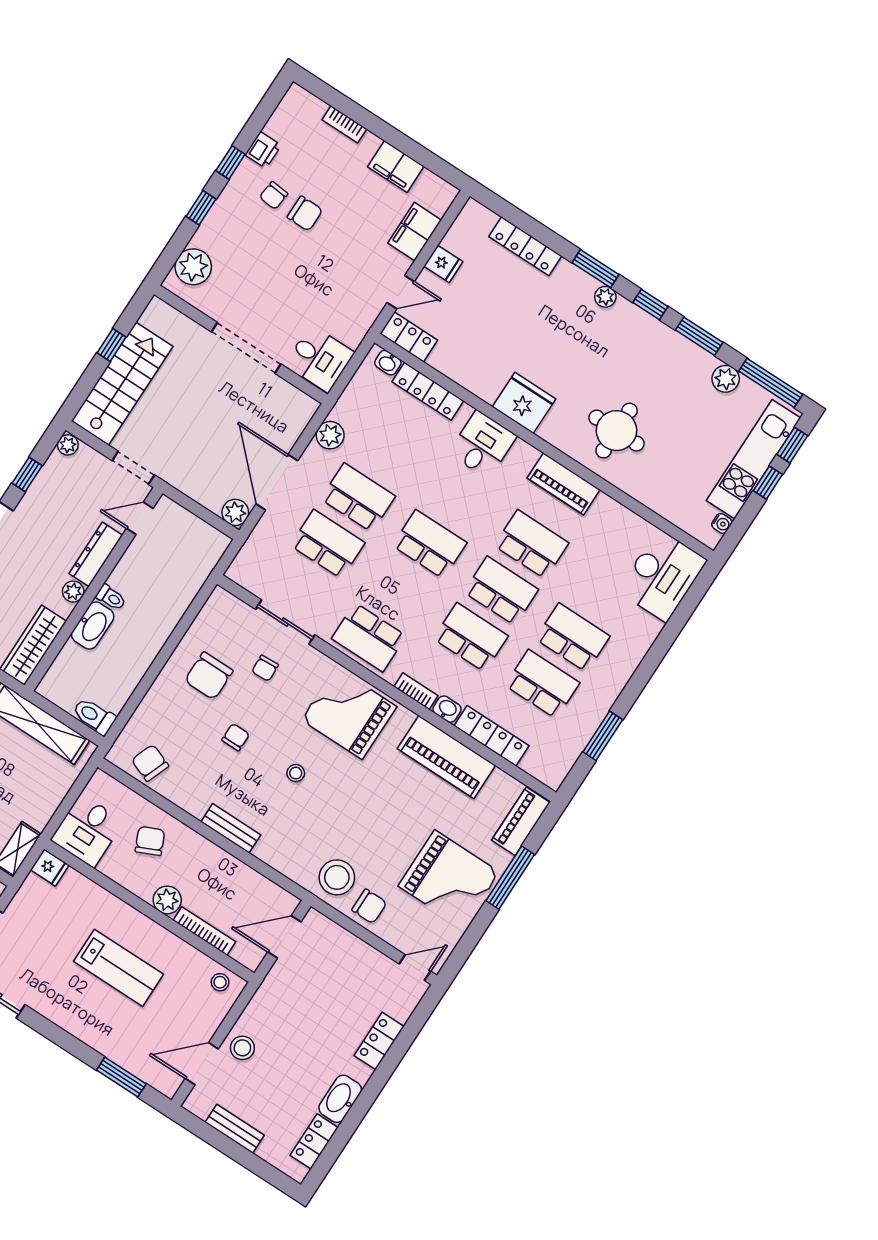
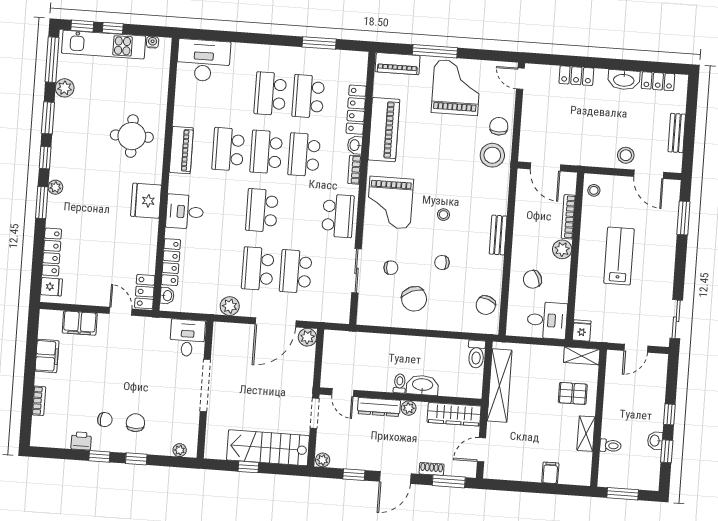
chair: (305, 214) -> (135, 423), moved
fridge: (443, 264) -> (51, 287), moved, turned 90
plant: (193, 267) -> (180, 450), width x0.53, depth x0.53
chair: (209, 676) -> (414, 299), turned 67

